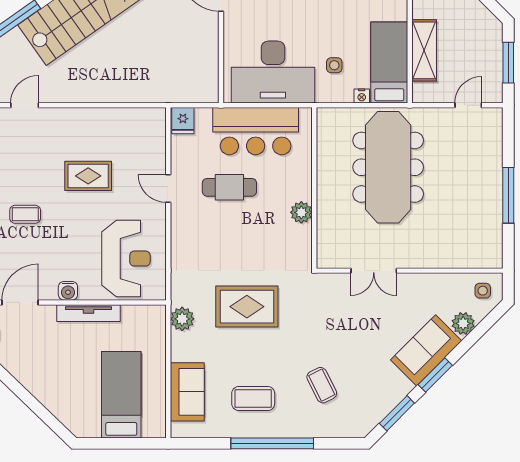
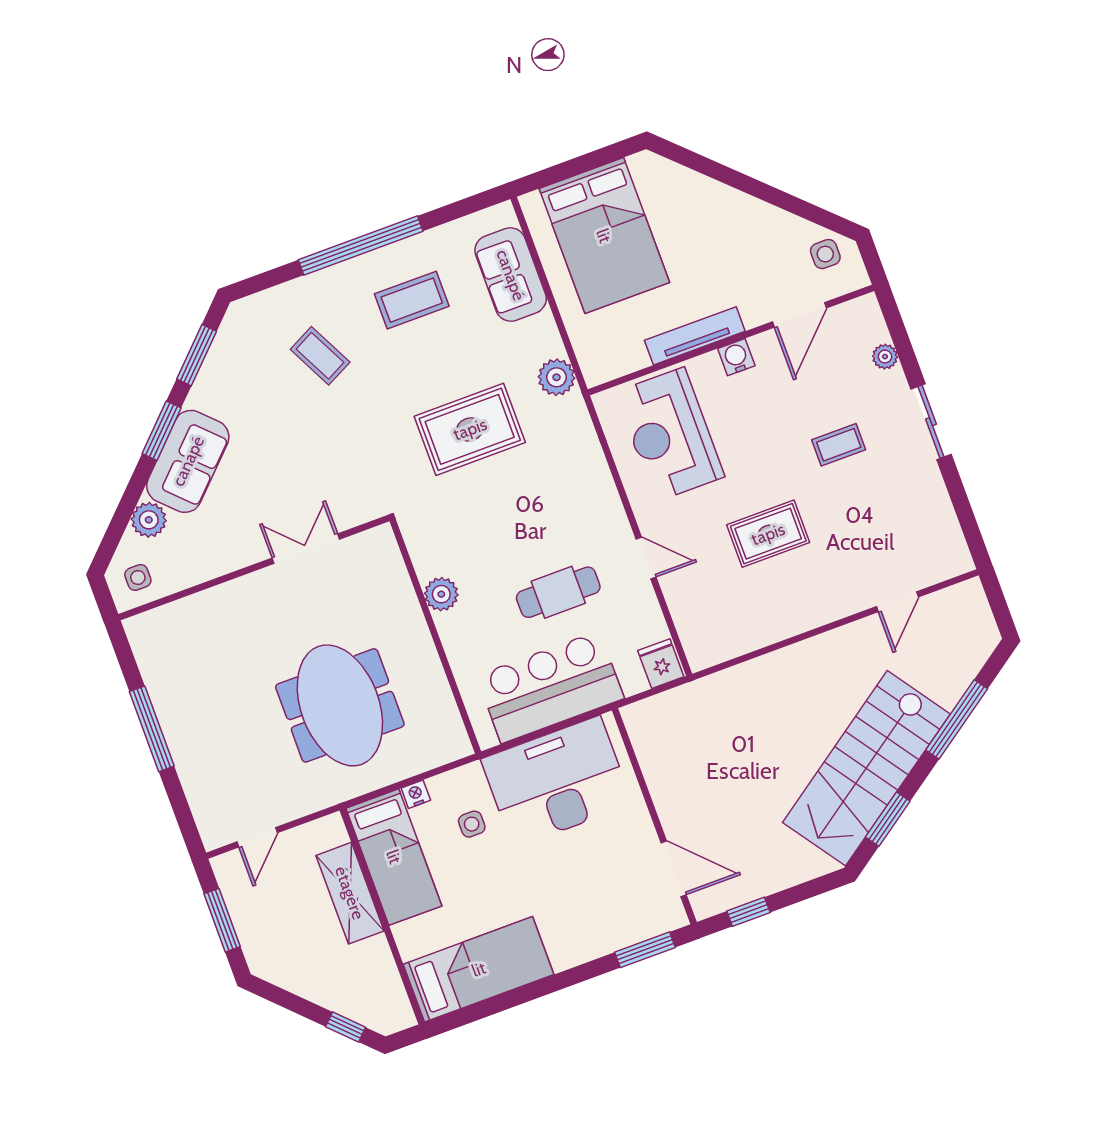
meeting table: (388, 167) -> (340, 705), width x0.73
bed: (121, 395) -> (604, 236), width x1.50

